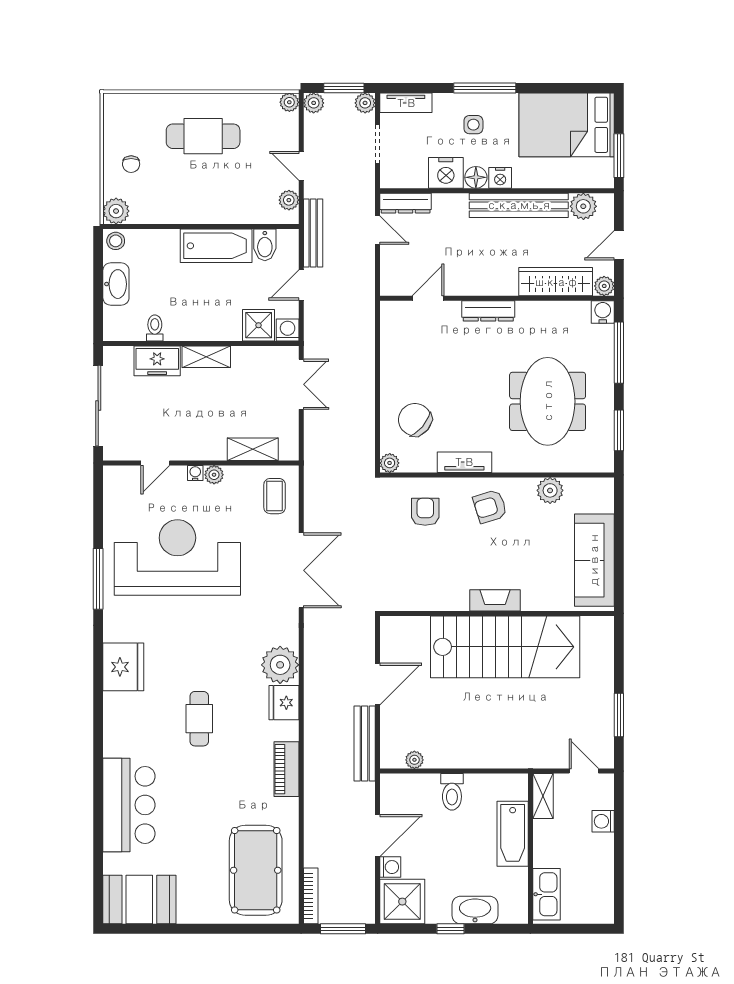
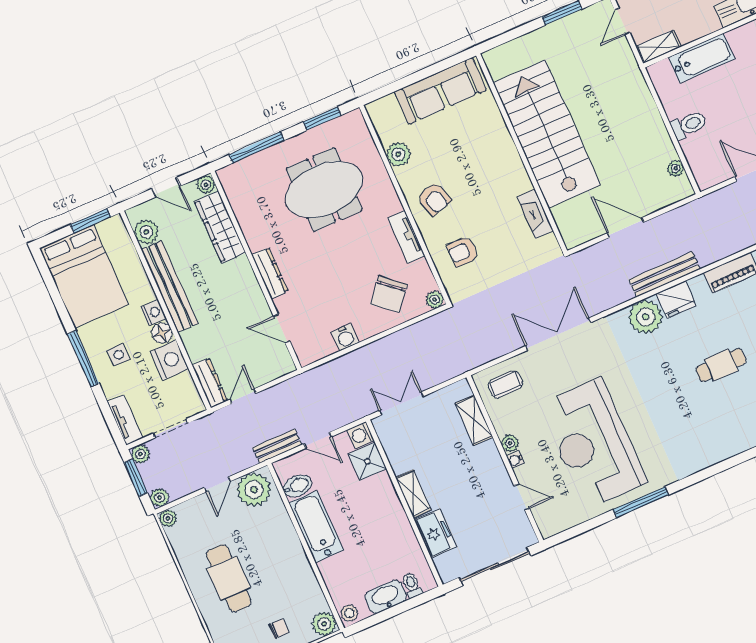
plant: (289, 200) -> (254, 490), width x1.87, depth x1.87
bench: (313, 233) -> (277, 446), width x0.73
water cooler: (603, 312) -> (345, 337), moved, turned -90
toilet: (155, 328) -> (412, 585), moved, turned 90
fireplace: (495, 600) -> (535, 214), moved
fridge: (123, 667) -> (706, 448), removed
bench: (365, 744) -> (665, 274), moved

